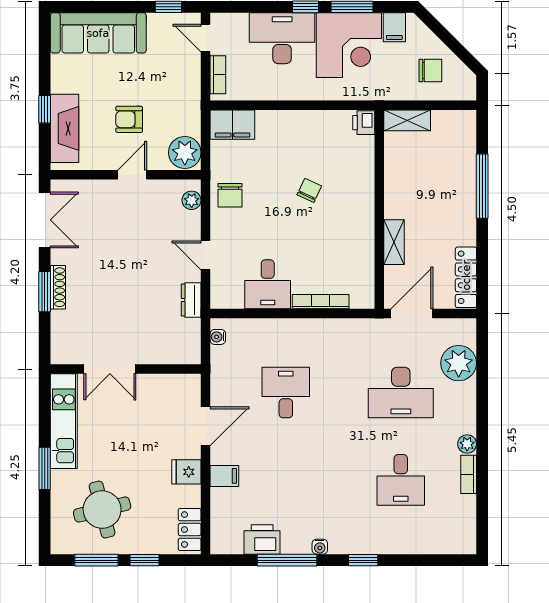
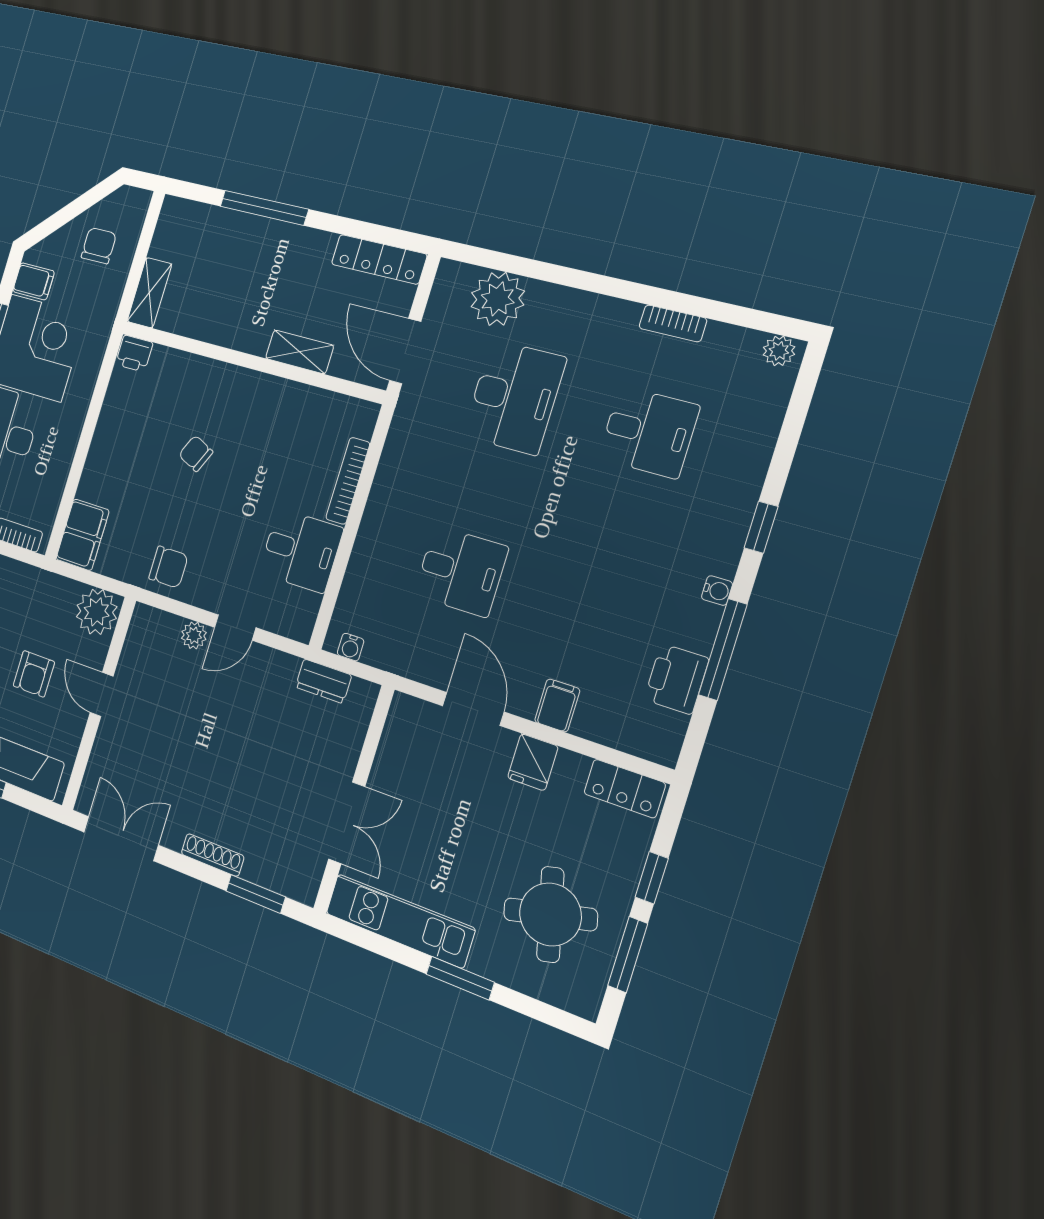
plant: (192, 200) -> (194, 635), moved
window: (45, 292) -> (256, 894), moved
dresser: (191, 300) -> (323, 681), moved
desk: (286, 393) -> (461, 571), turned 180
plant: (467, 444) -> (779, 351), moved

